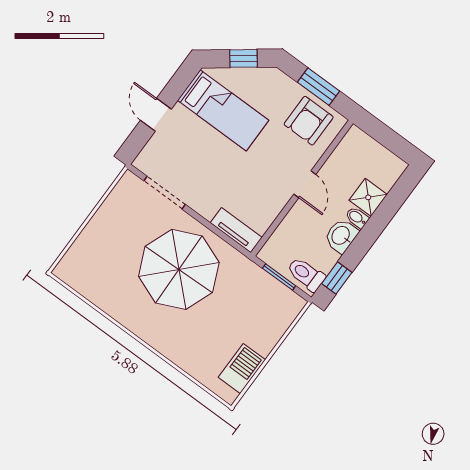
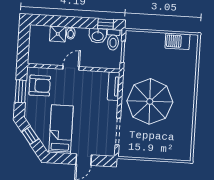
washbasin: (341, 236) -> (98, 36), moved

